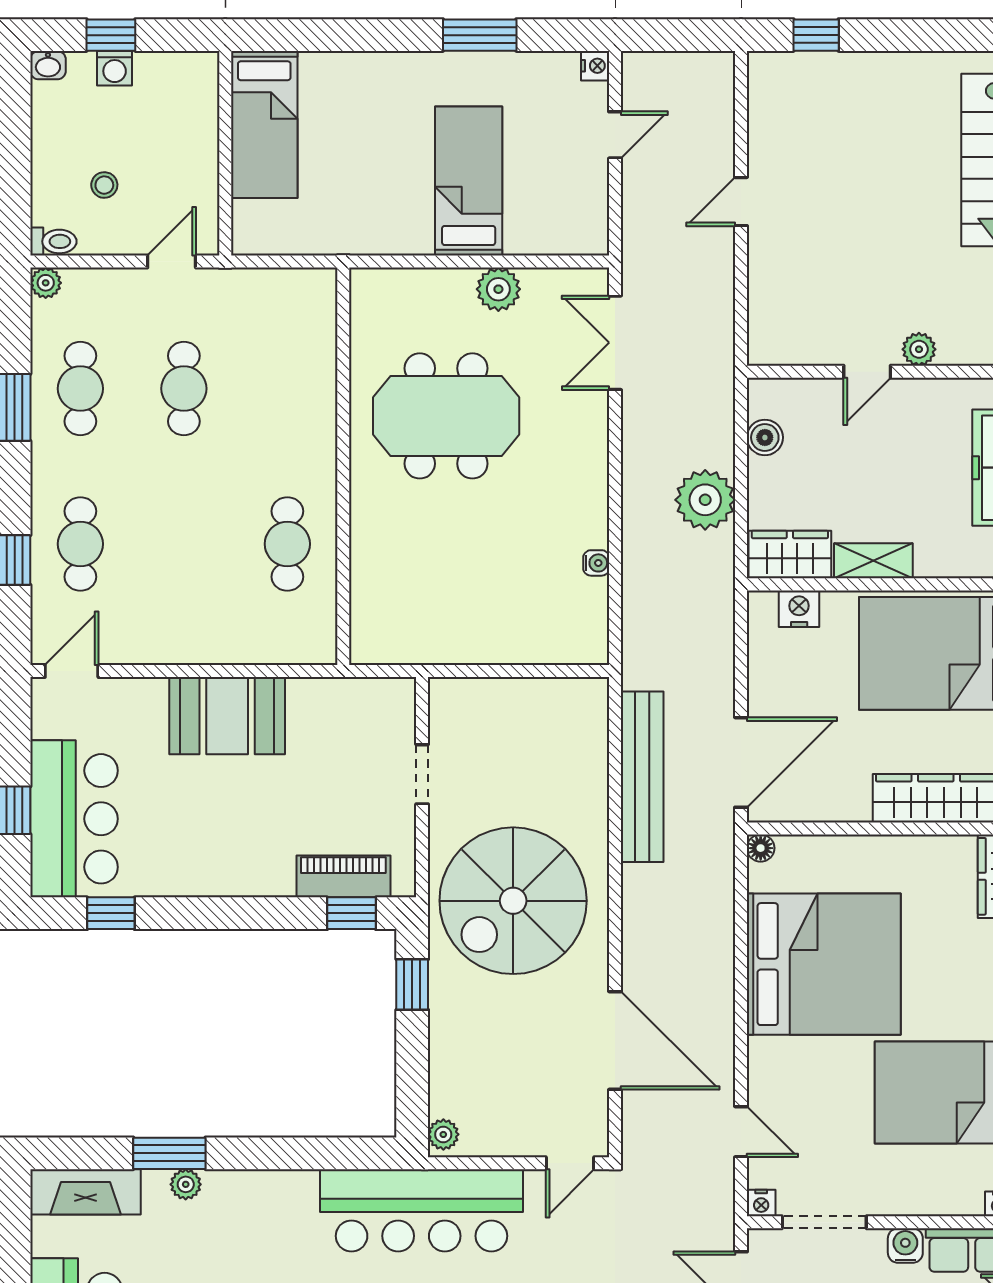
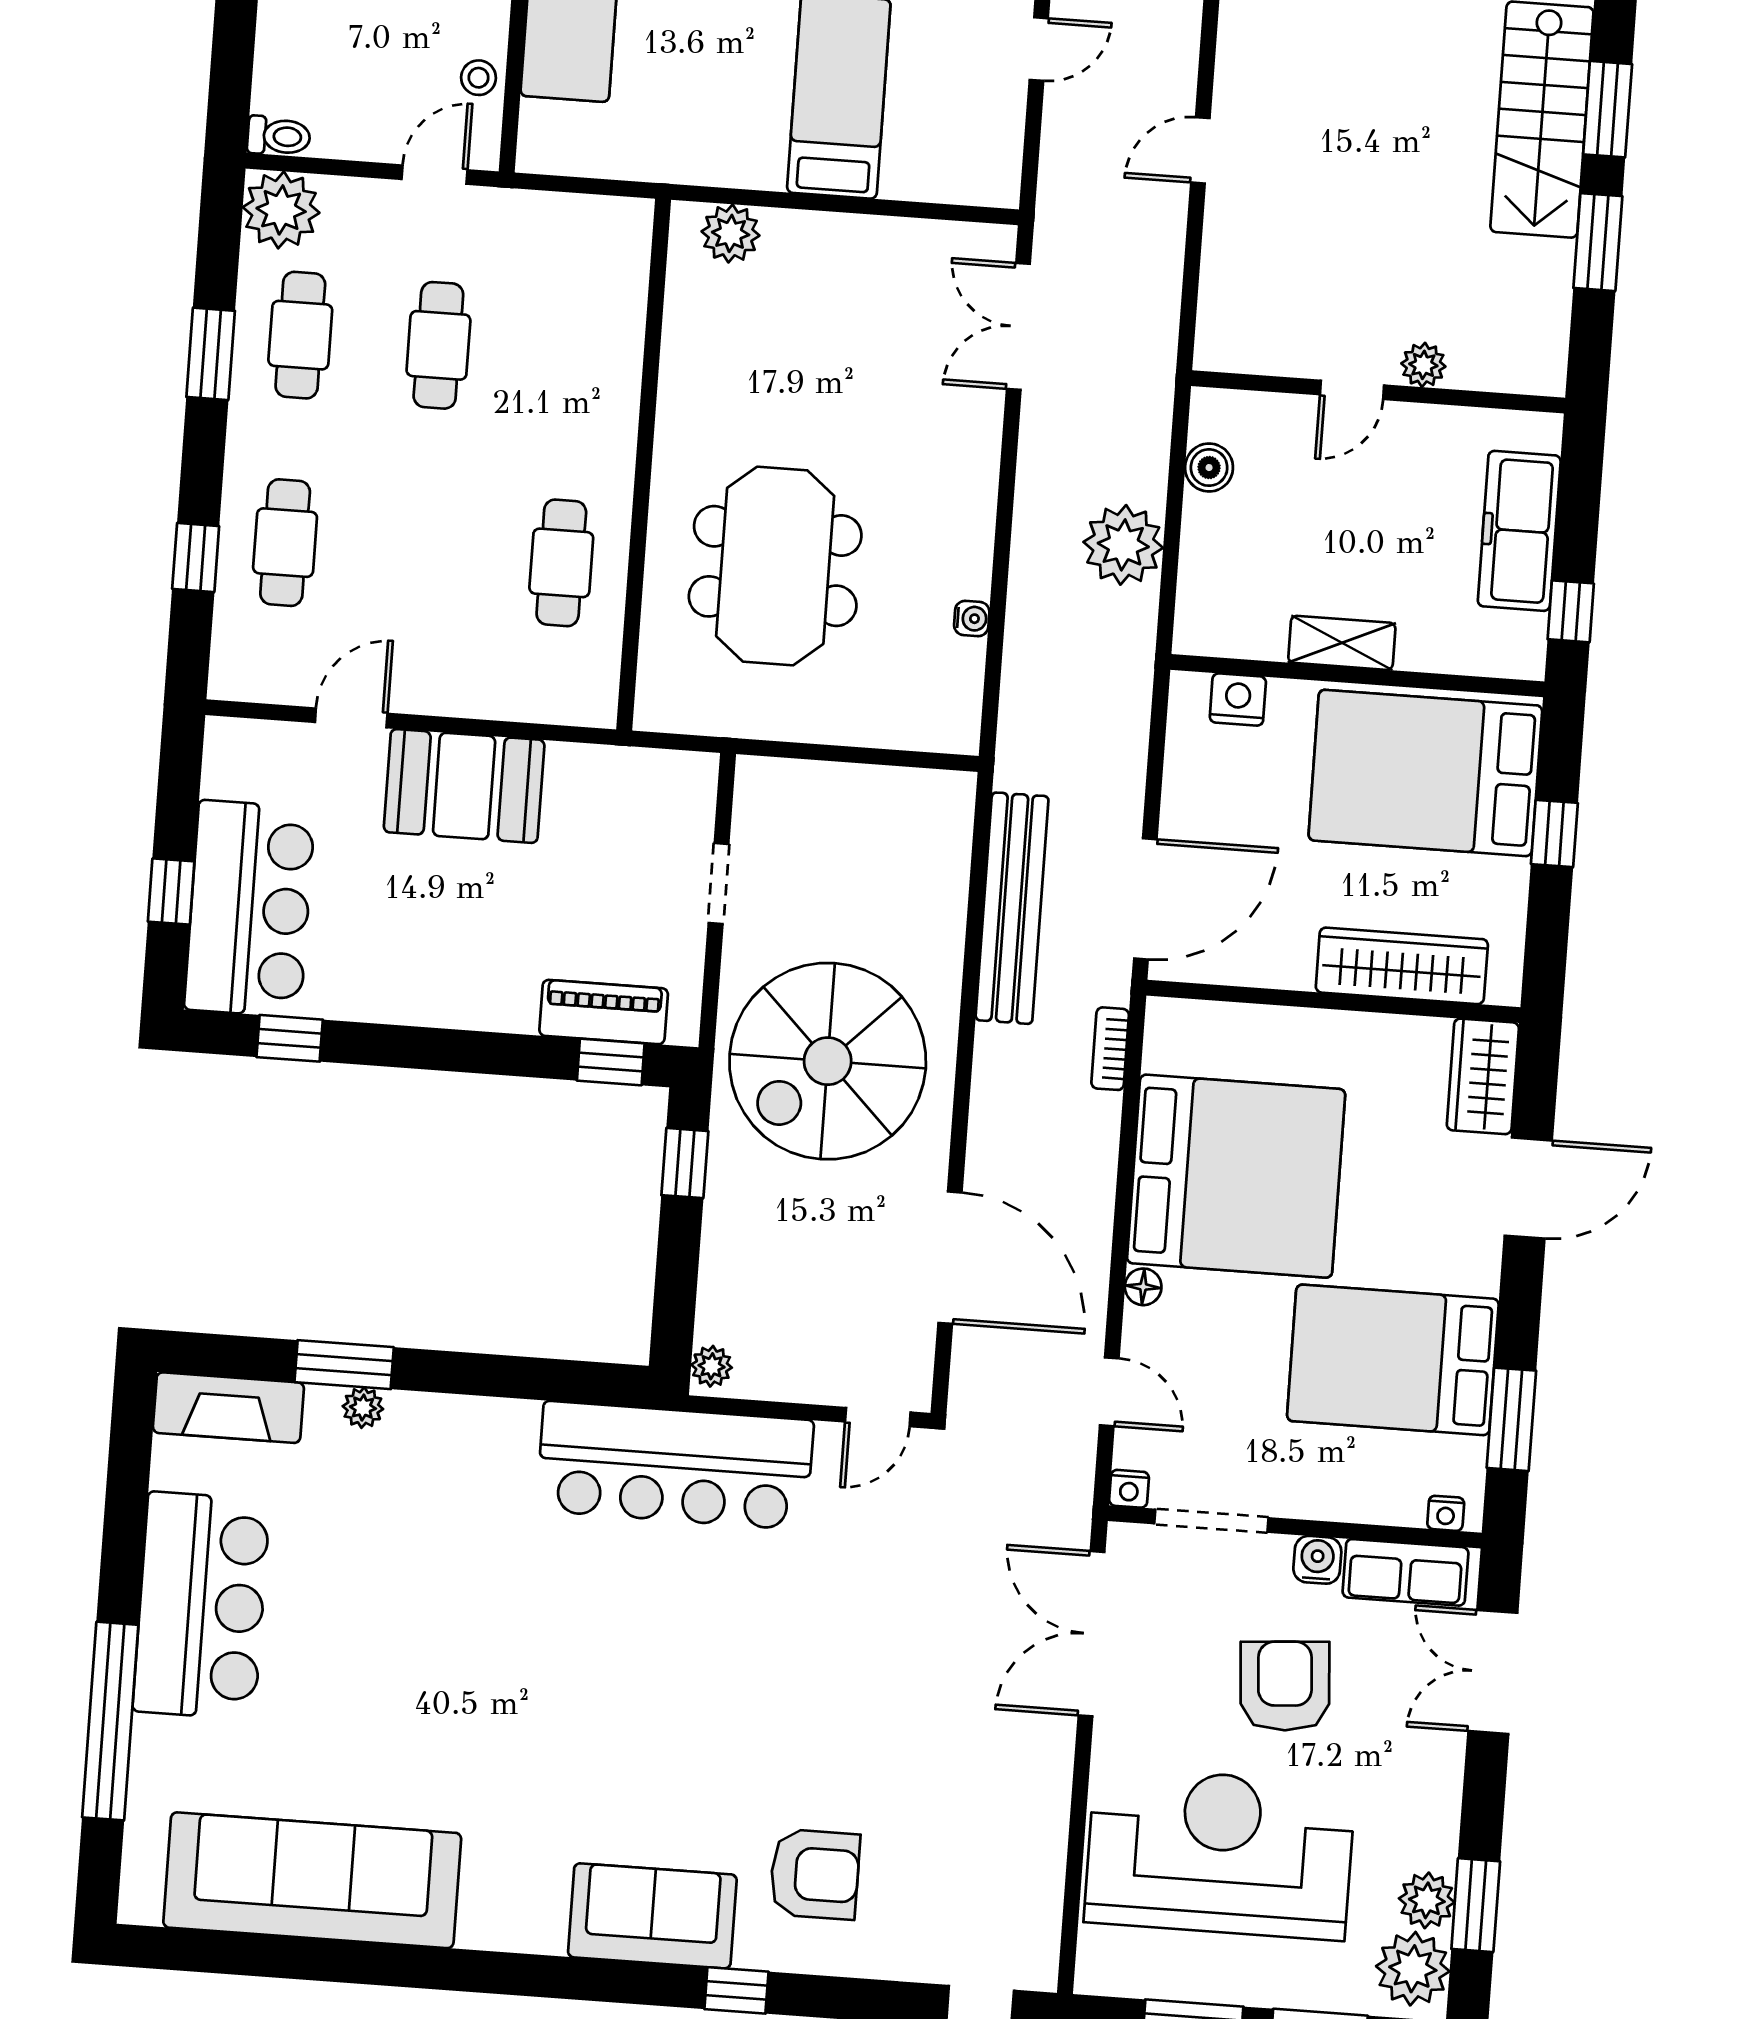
stool: (104, 185) -> (479, 78), moved
plant: (46, 283) -> (281, 210), width x1.87, depth x1.87
plant: (498, 289) -> (731, 233), moved
meeting table: (446, 416) -> (775, 566), moved, turned 90
wardrobe: (790, 555) -> (1231, 626), removed
door: (72, 671) -> (351, 718), moved
floor lamp: (761, 848) -> (1143, 1287), moved
bookcase: (723, 876) -> (1110, 1049), added

